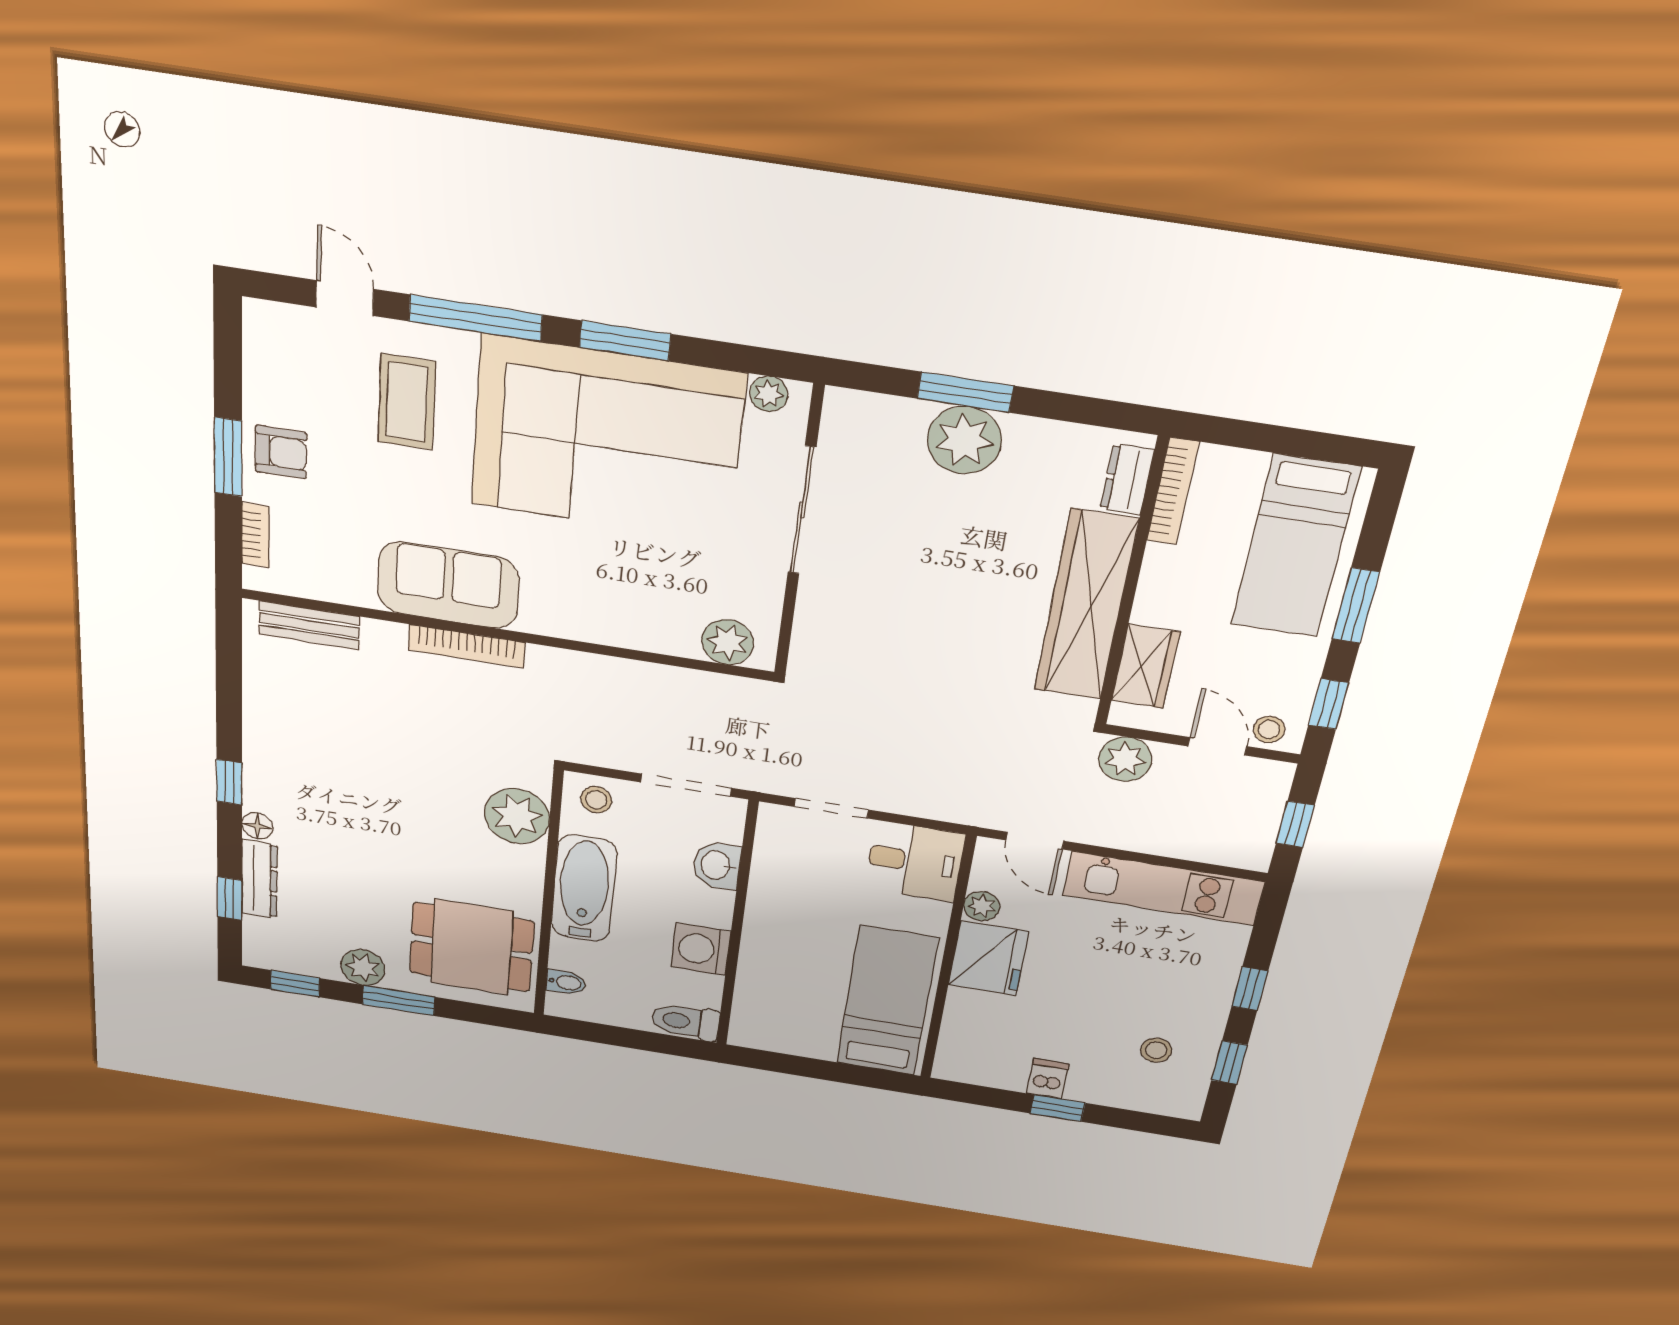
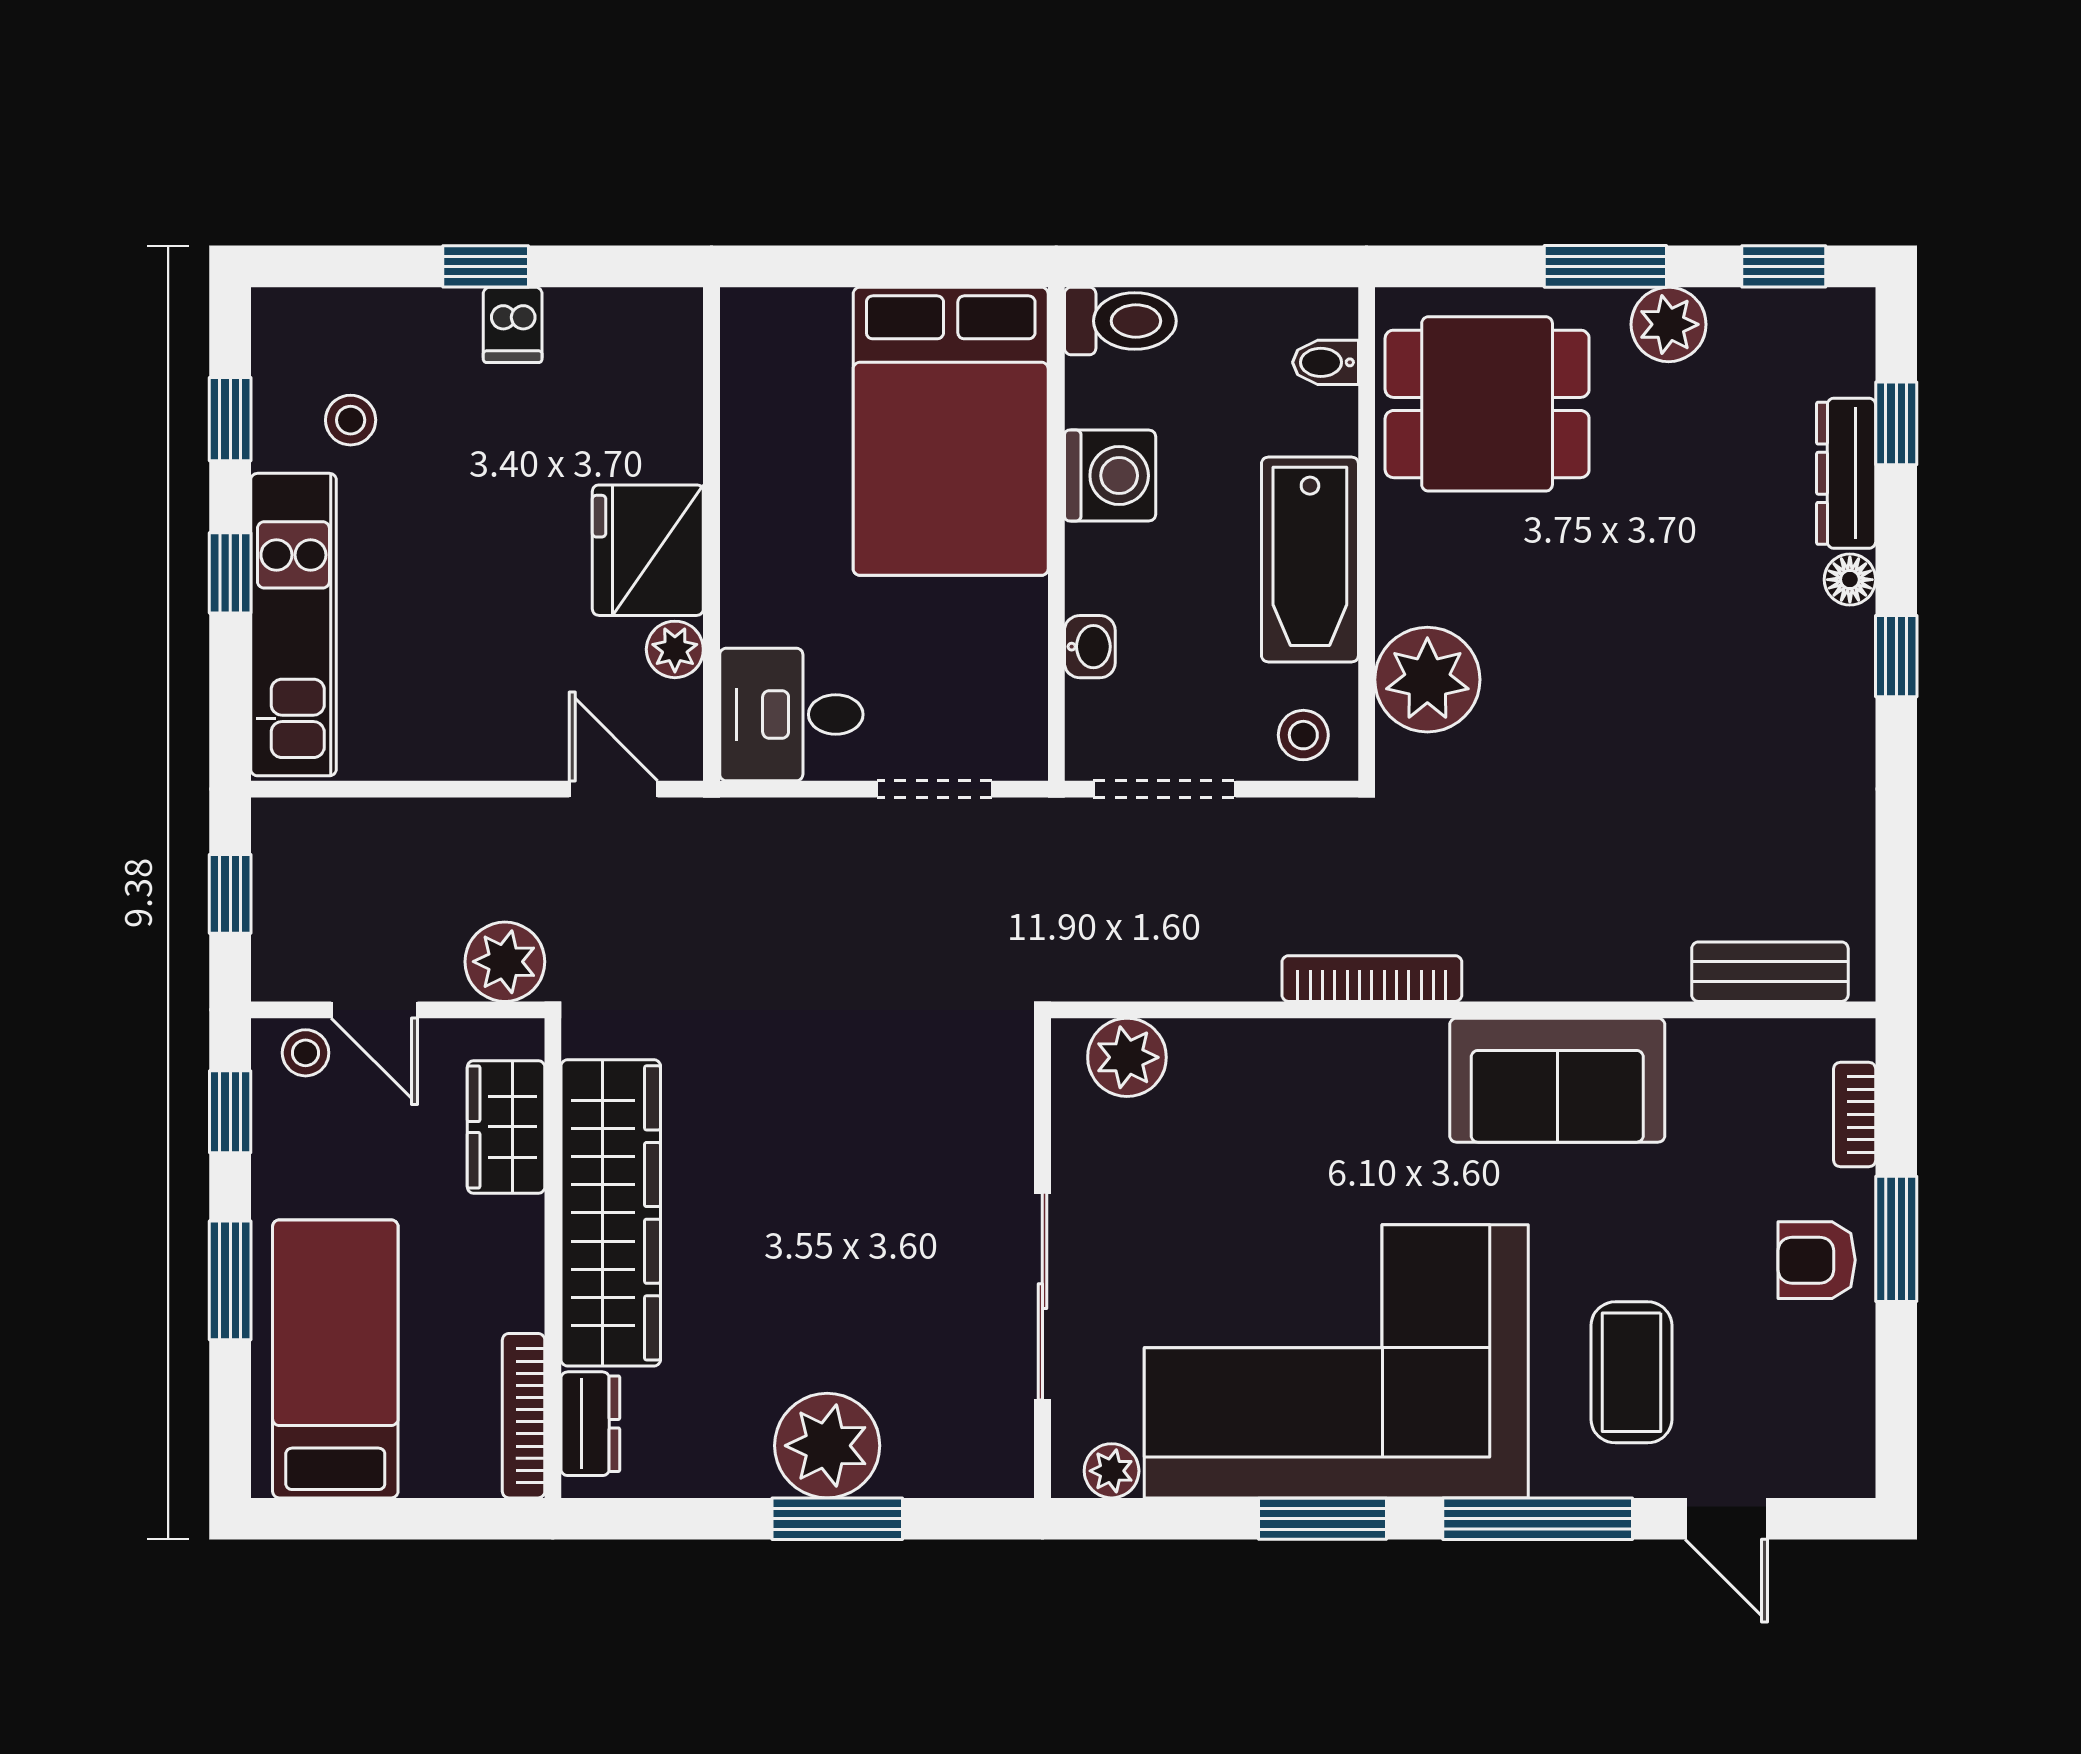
bookcase: (467, 646) -> (1372, 979), moved
washbasin: (717, 865) -> (1090, 647), width x0.72, depth x0.69
kitchen unit: (1163, 888) -> (293, 625), moved, turned 90
bed: (887, 1001) -> (951, 431), moved, width x1.50

